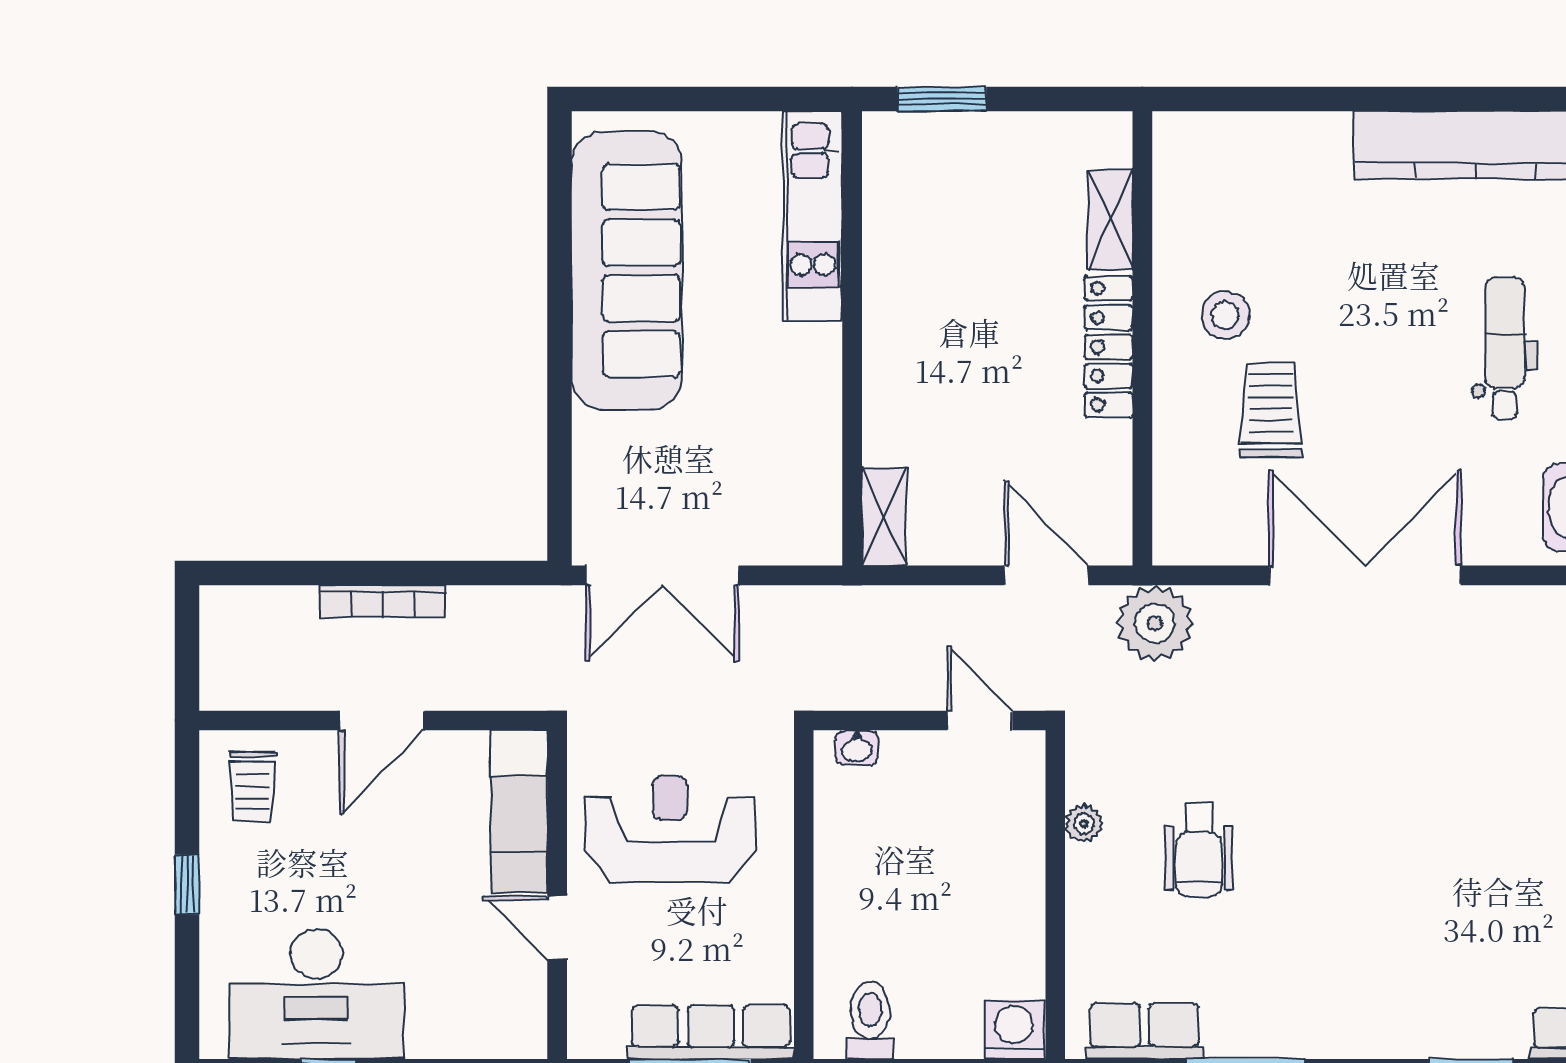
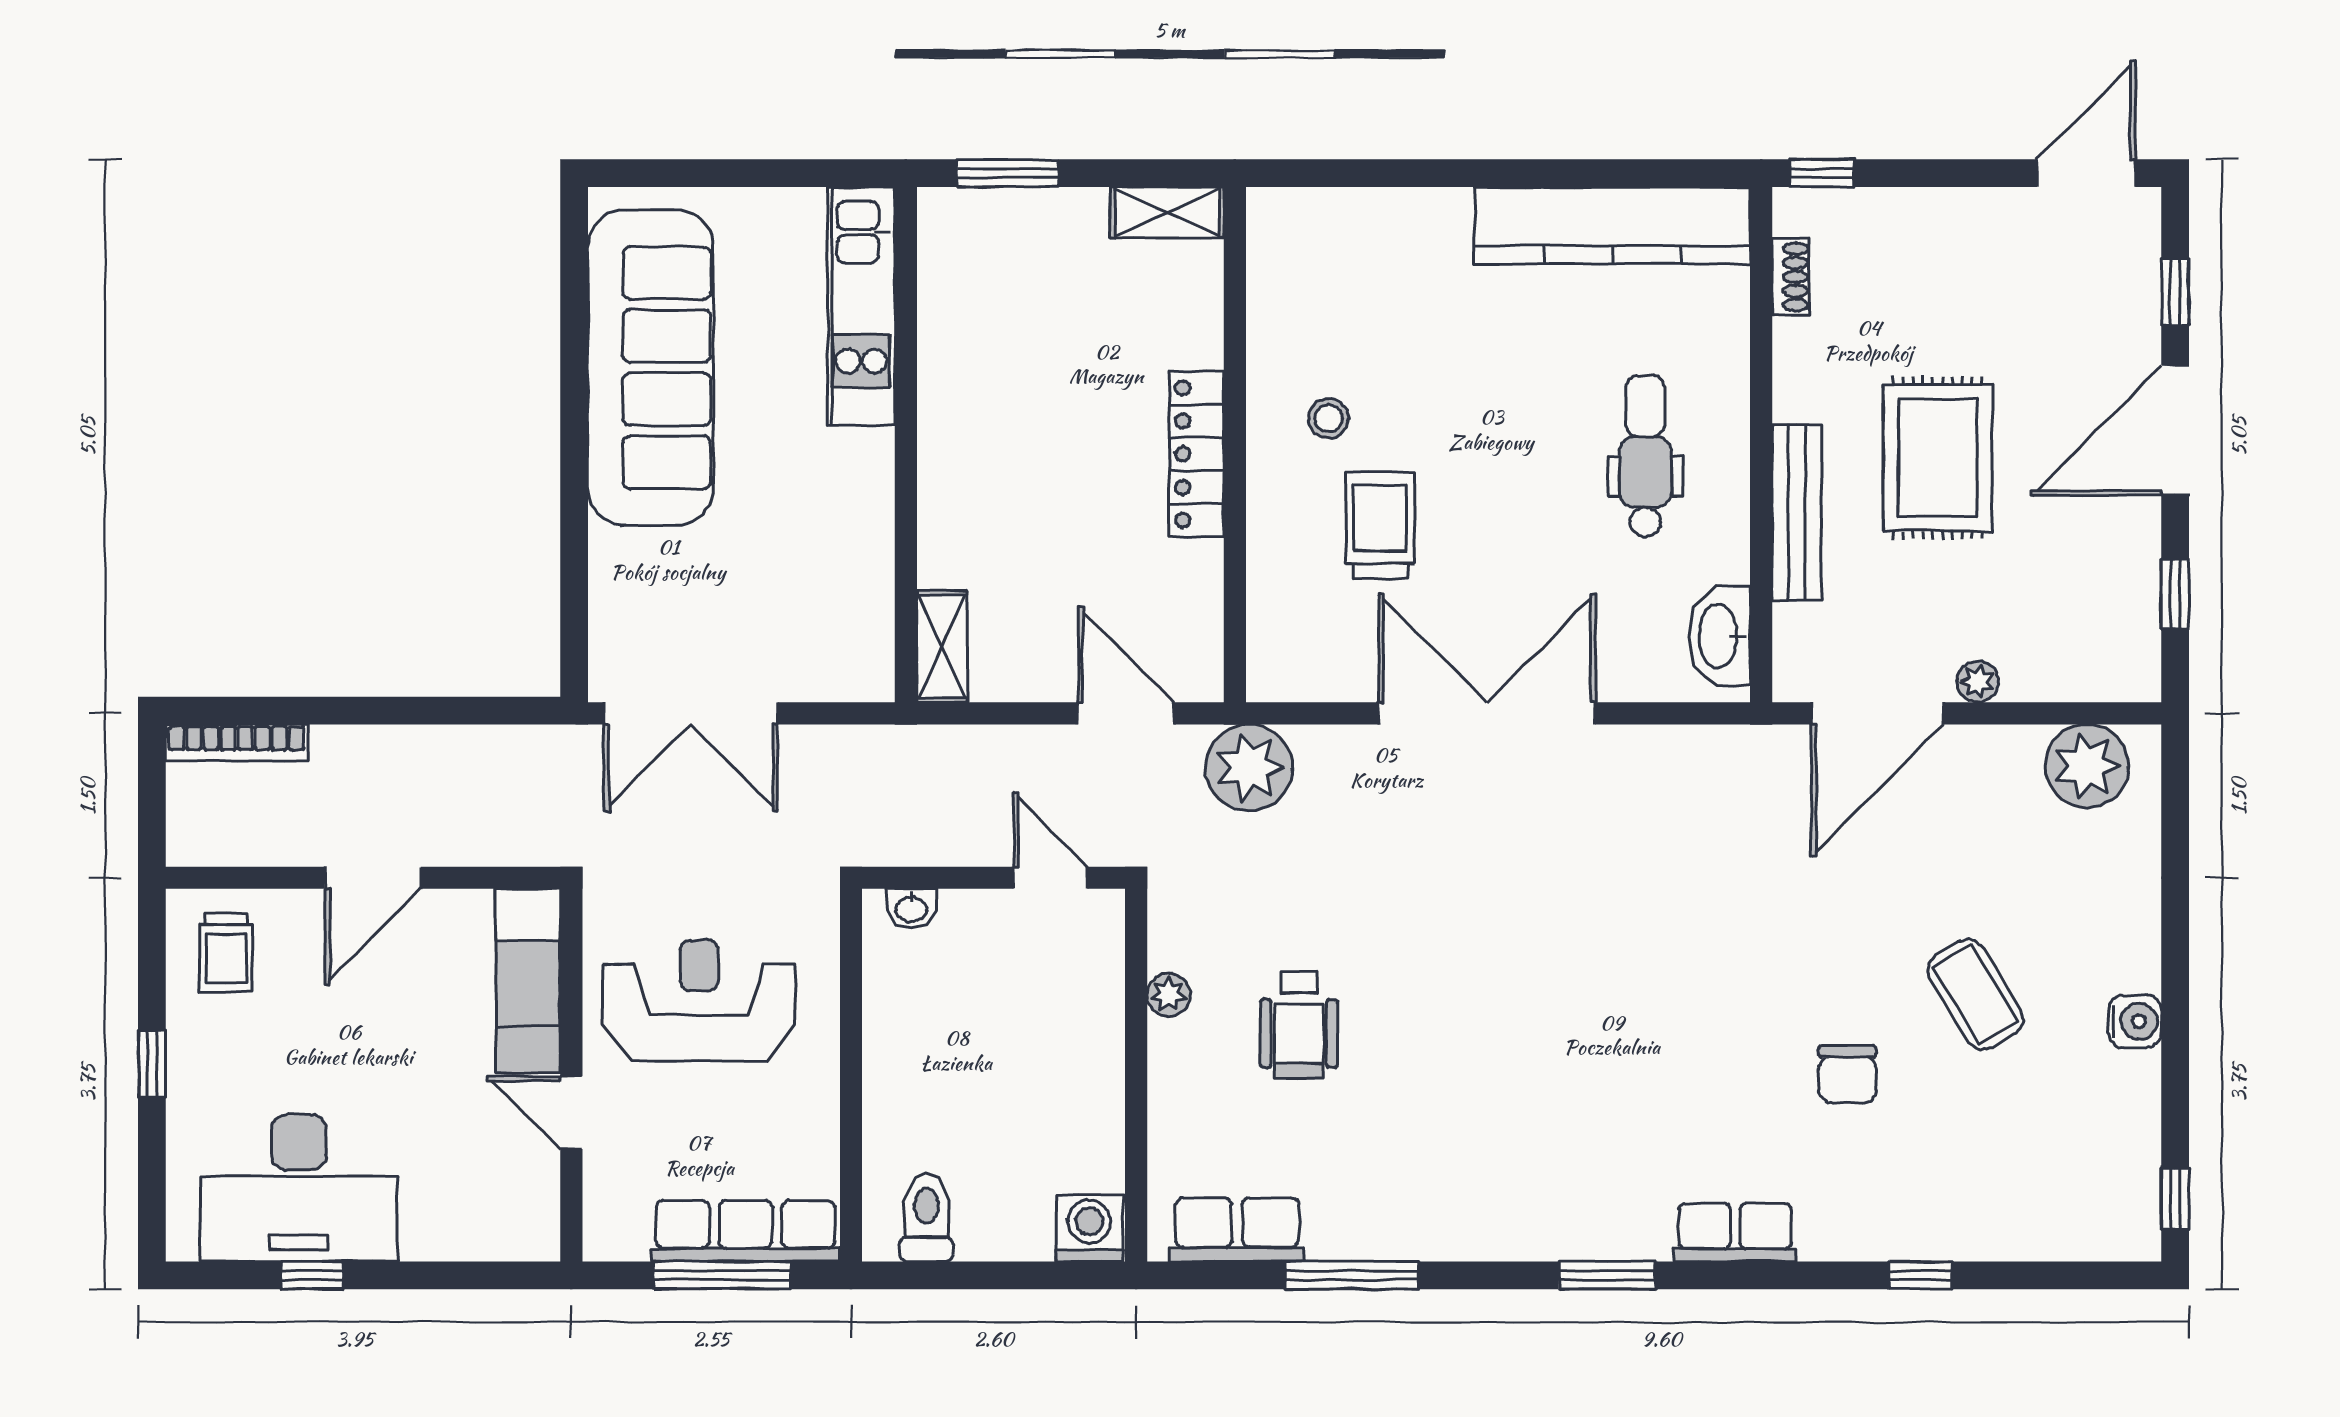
shelving: (1110, 220) -> (1167, 212), moved, turned 90
stool: (1225, 315) -> (1329, 418), width x0.73, depth x0.73
bookcase: (382, 601) -> (237, 742), moved

